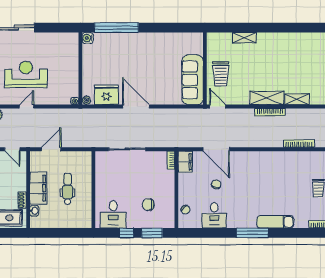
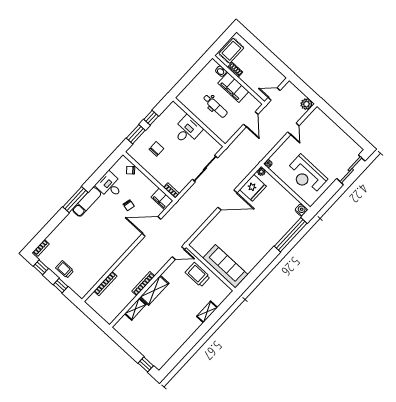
reception desk: (26, 74) -> (306, 175), moved, turned 90
sofa: (193, 80) -> (225, 266), moved
desk: (113, 214) -> (187, 130), moved, turned 90
exam couch: (275, 222) -> (87, 202), moved

